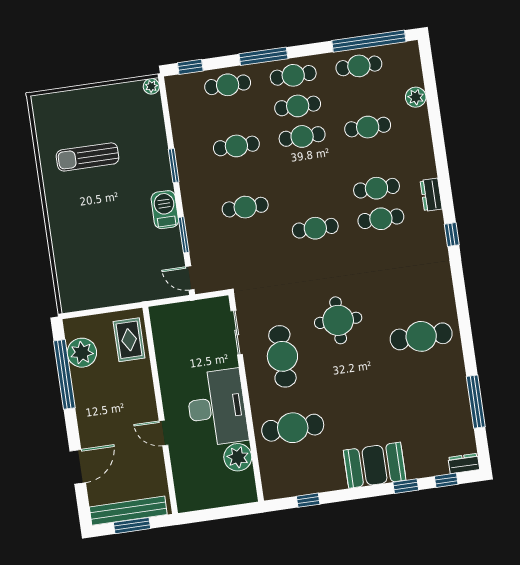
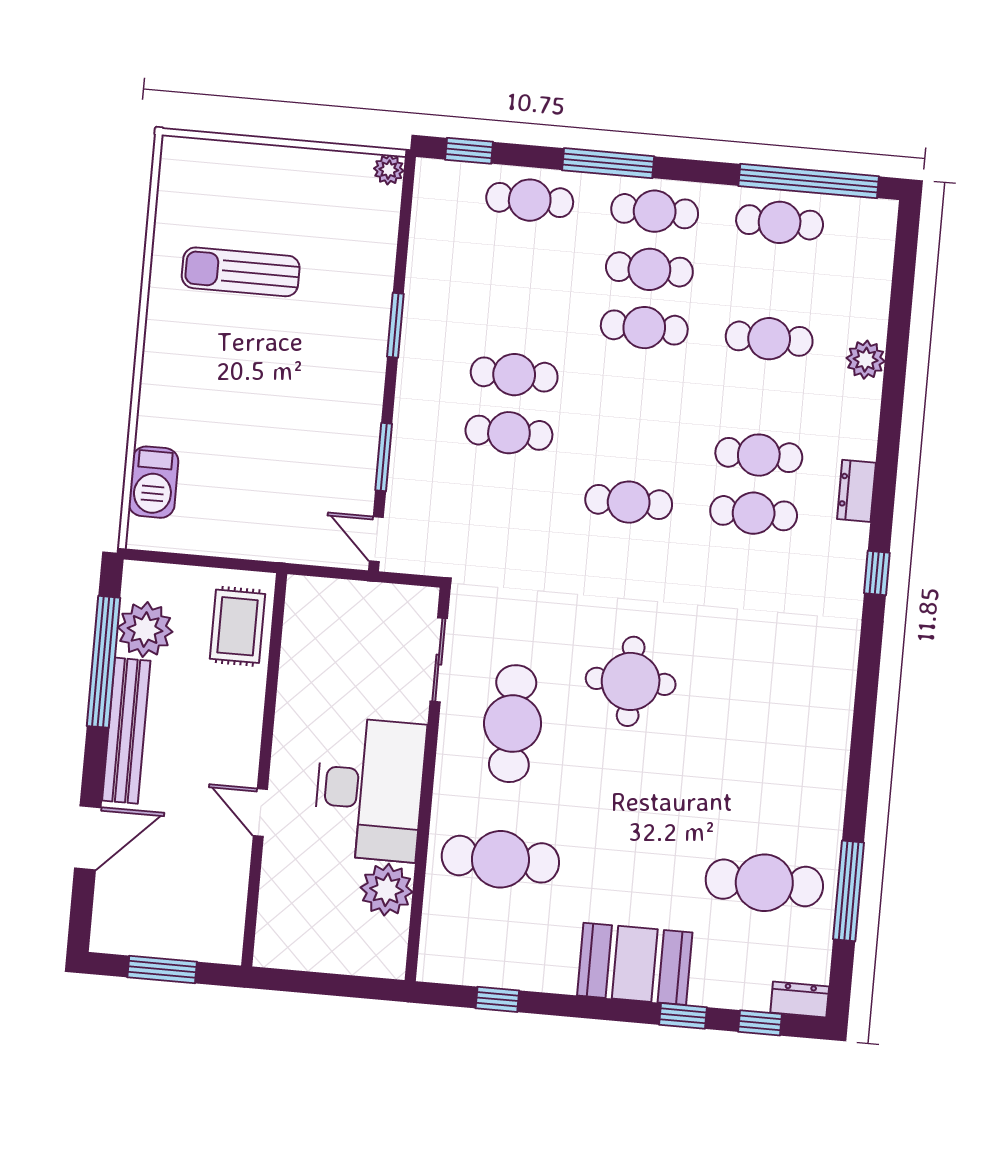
plant: (416, 97) -> (866, 360), moved
cafe table: (236, 146) -> (514, 375), moved
barbecue: (165, 210) -> (153, 482), moved, turned 180
cafe table: (421, 336) -> (764, 883), moved
bench: (128, 511) -> (126, 731), moved, turned 90

